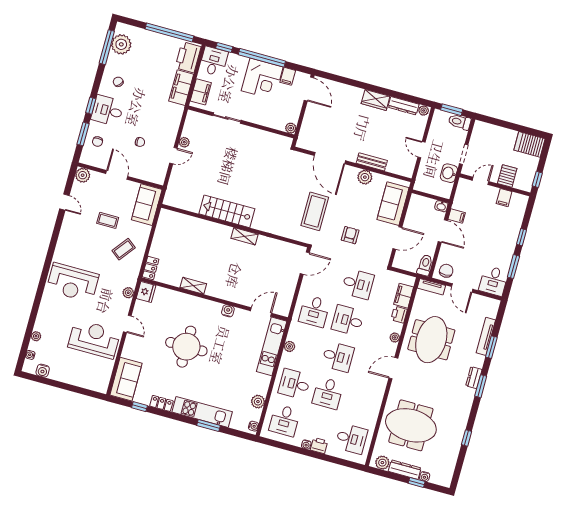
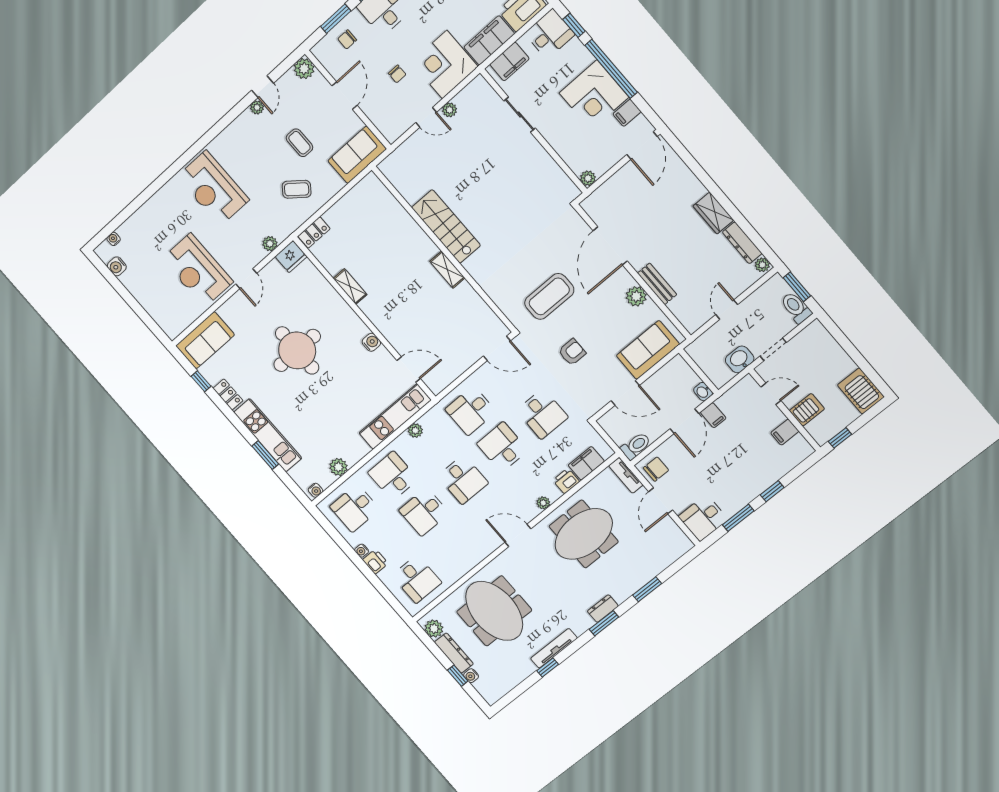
corner desk: (164, 118) -> (445, 65), added
plant: (36, 336) -> (257, 107), moved
tv unit: (486, 336) -> (554, 648), moved
reception desk: (94, 339) -> (197, 270), turned 180

